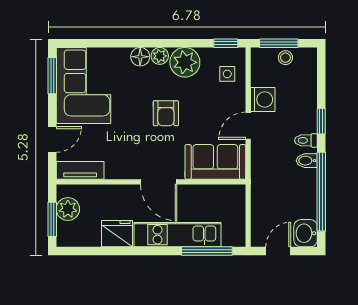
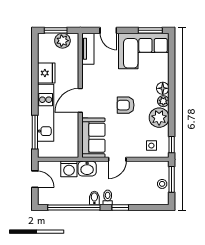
washing machine: (263, 100) -> (69, 169), moved
door: (248, 126) -> (117, 159), swing flipped
washbasin: (306, 233) -> (87, 169), moved, turned 180

